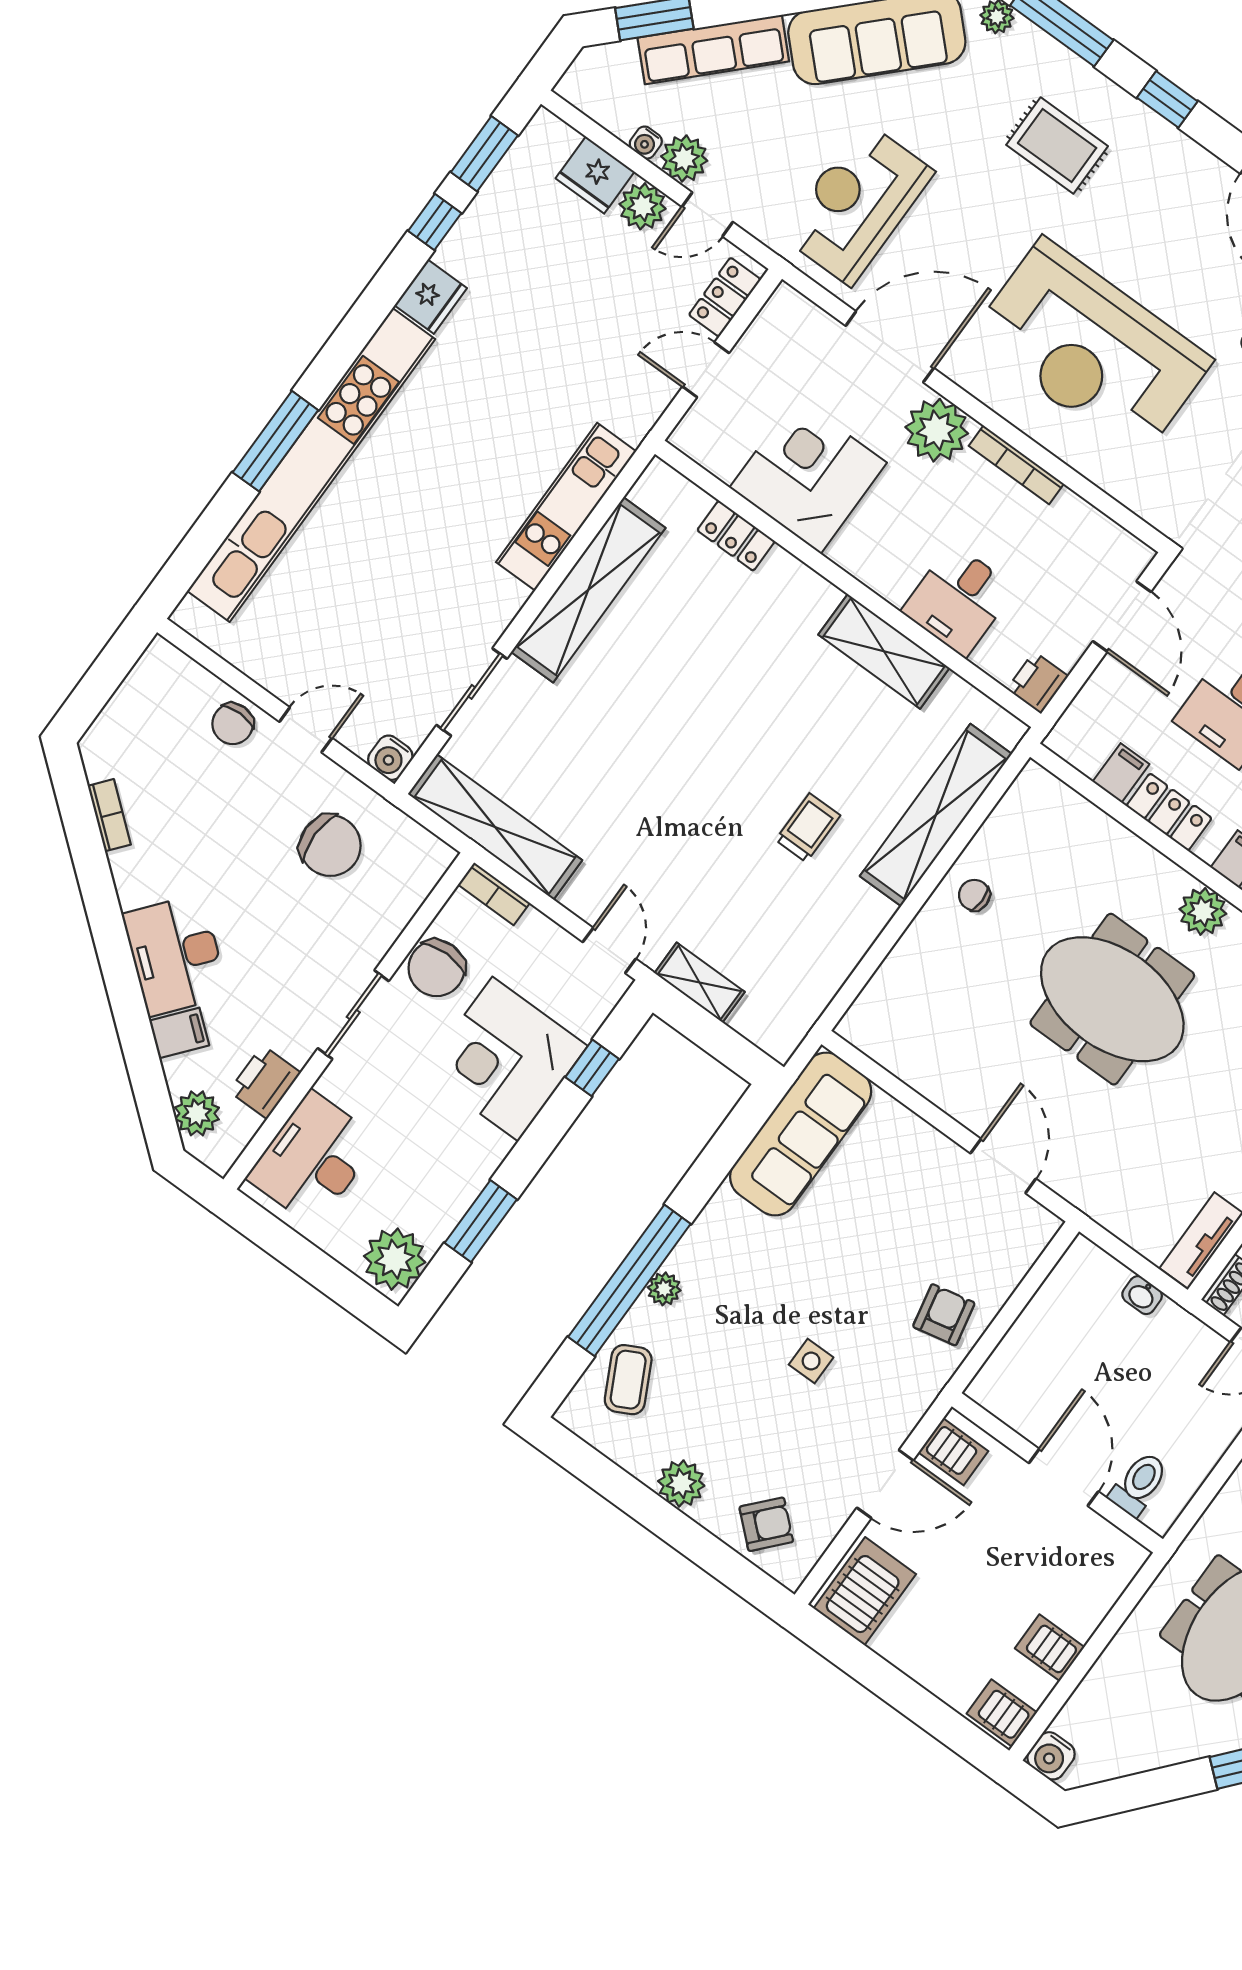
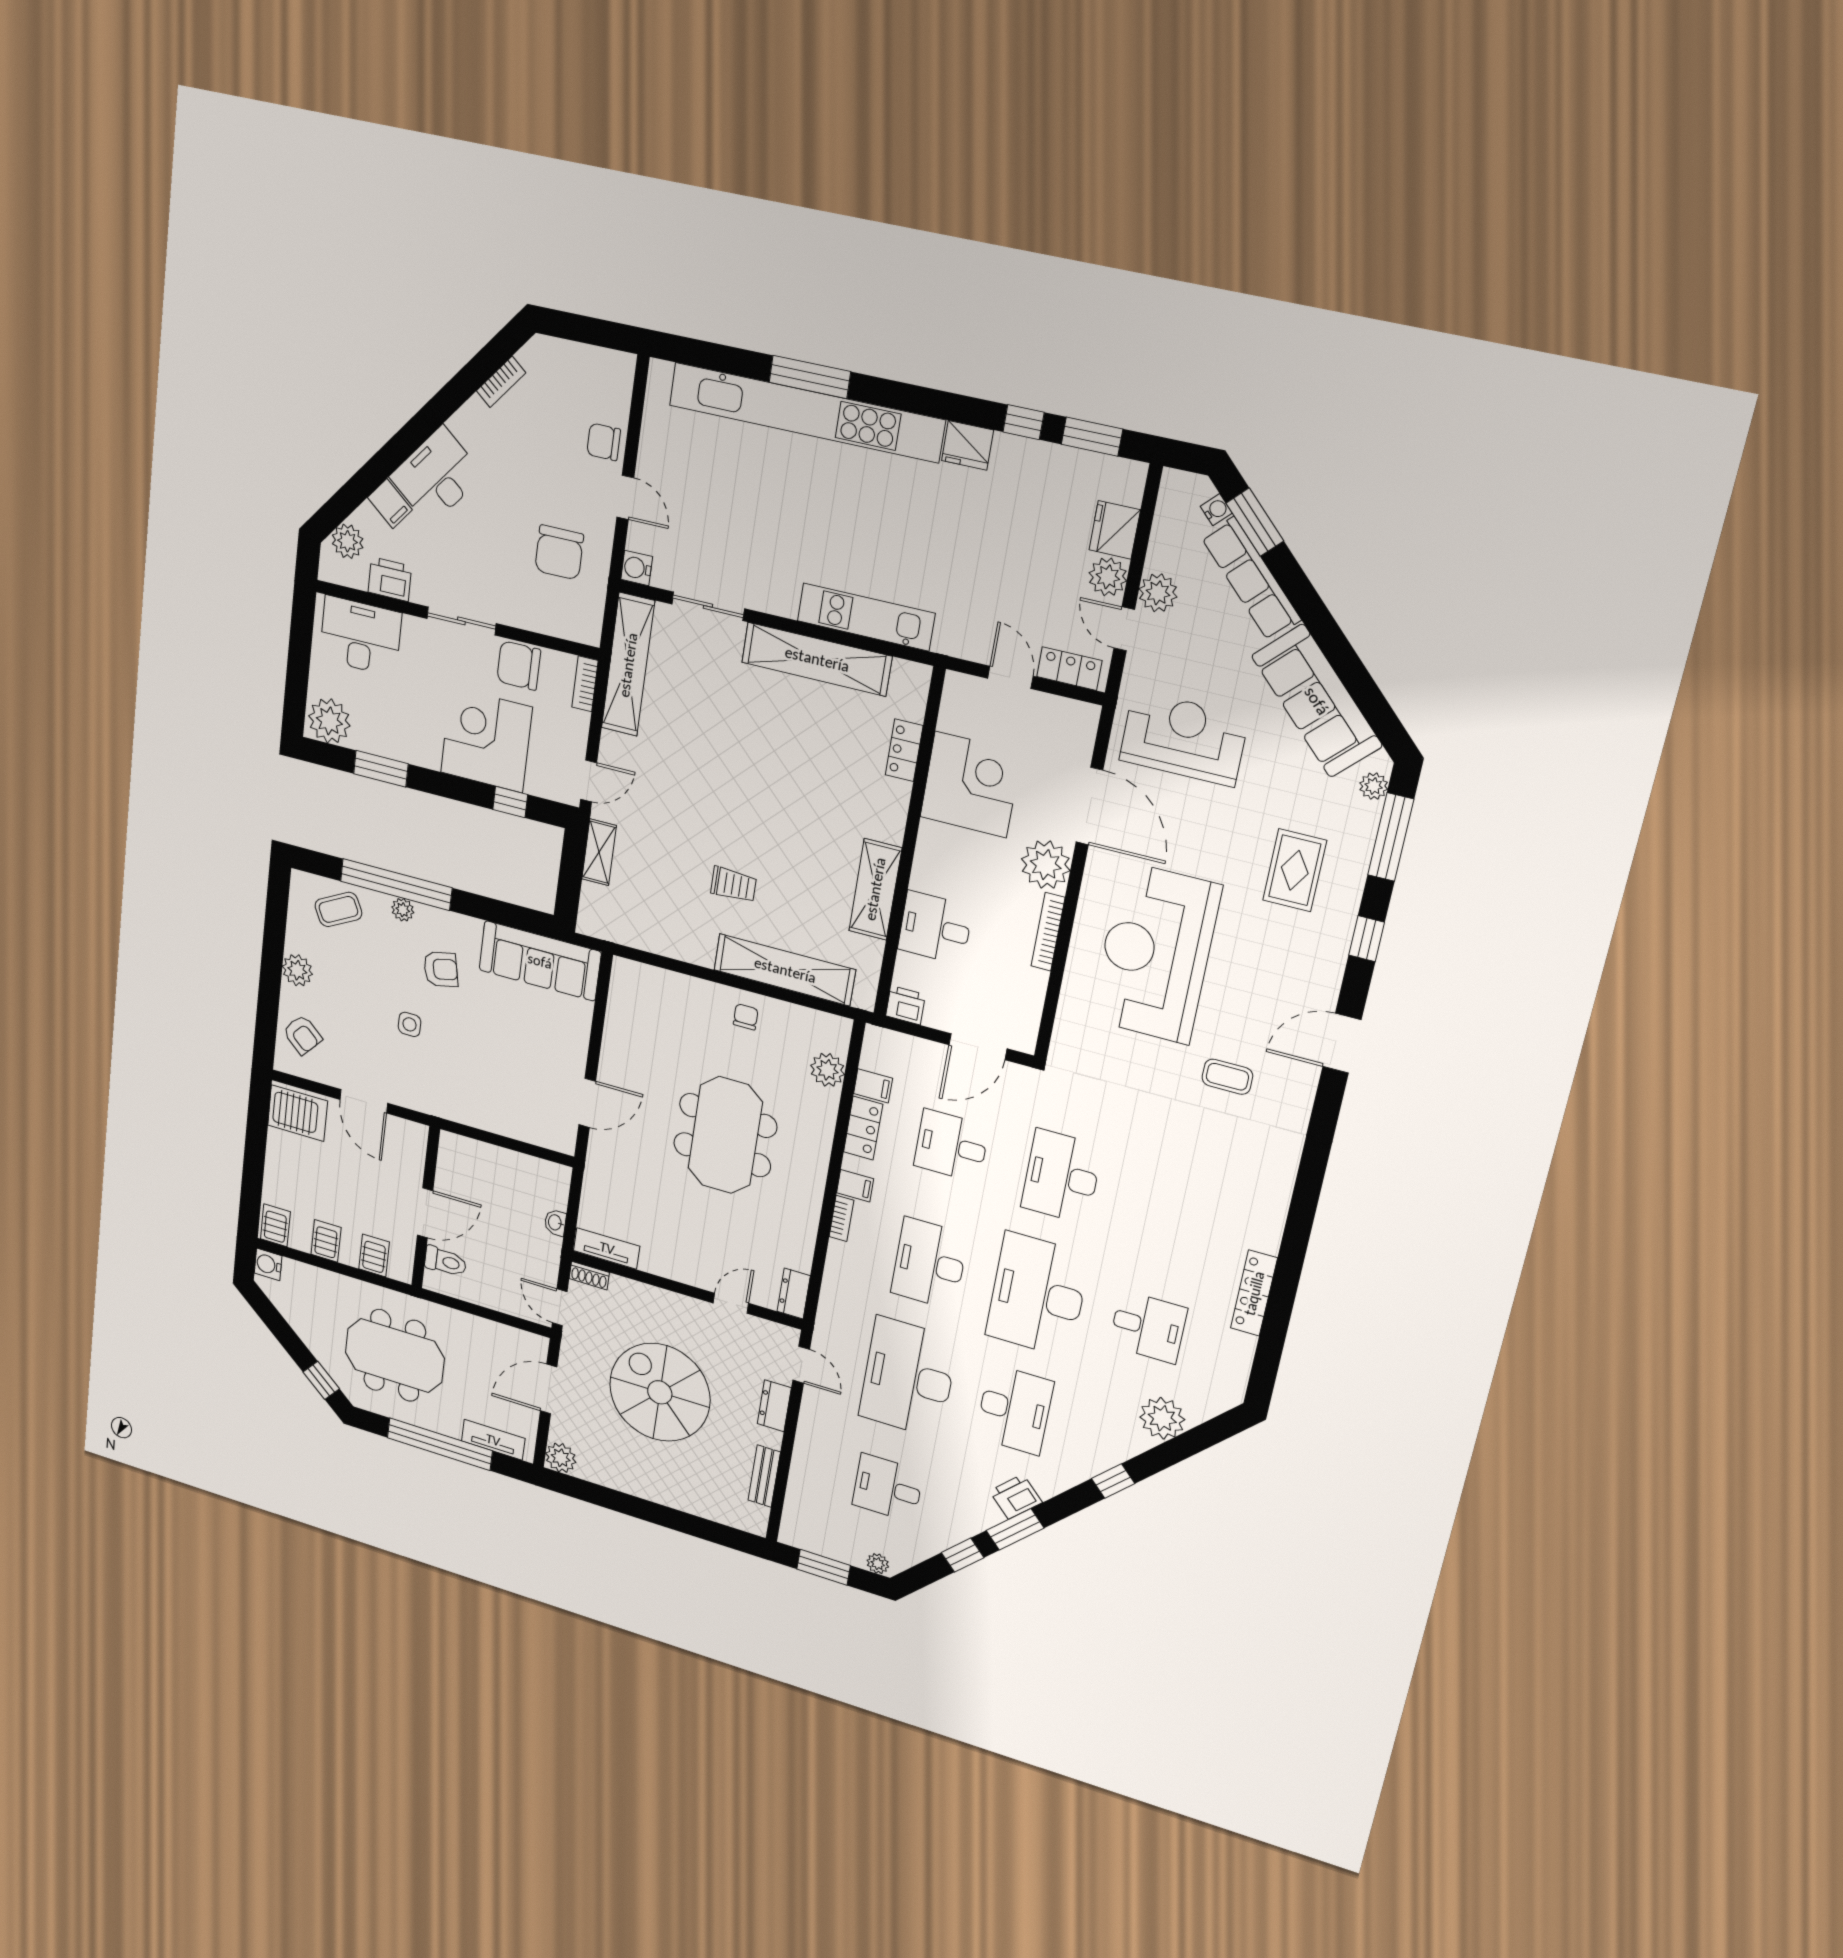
water cooler: (646, 143) -> (1216, 510), moved, turned 135
plant: (1203, 911) -> (827, 1070), moved
armchair: (944, 1315) -> (441, 969), moved
server rack: (953, 1452) -> (374, 1255), moved, turned 180

